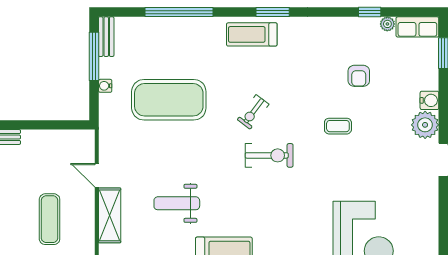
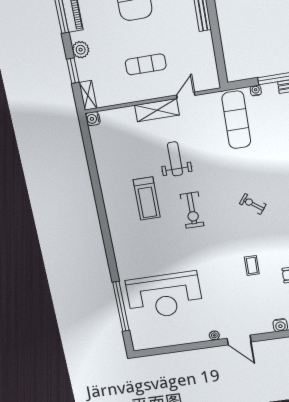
exercise mat: (169, 100) -> (236, 120), moved, width x0.68
plant: (425, 125) -> (214, 335), moved, width x0.53, depth x0.53
exercise bike: (269, 155) -> (192, 210), moved

